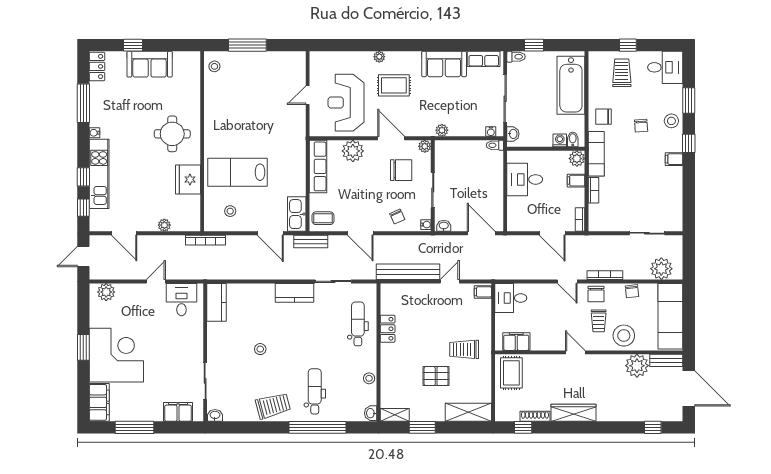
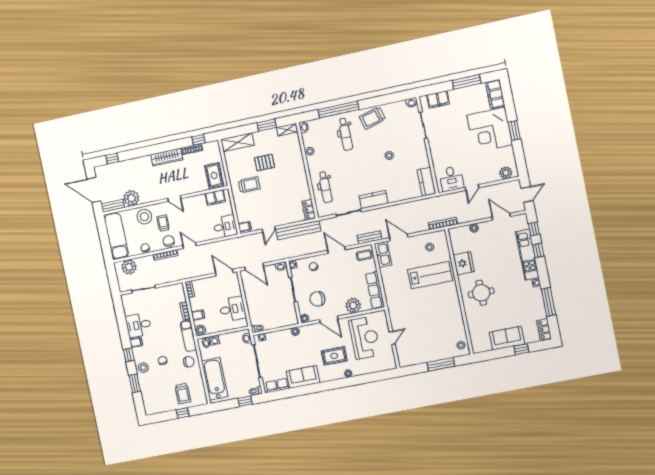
desk: (665, 67) -> (139, 325), moved
door: (552, 233) -> (224, 273), moved
locker: (388, 329) -> (309, 209), moved

